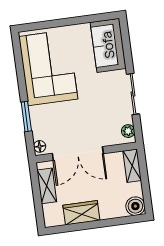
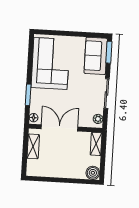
window: (125, 37) -> (109, 52), added
double door: (78, 154) -> (59, 128), swing flipped
wardrobe: (81, 213) -> (54, 170), removed

